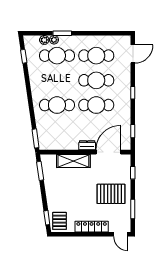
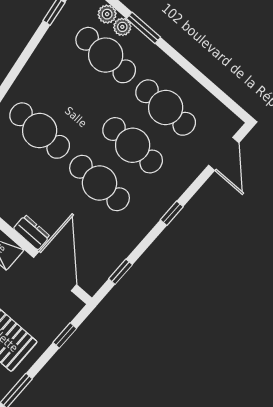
door: (133, 54) -> (224, 154), hinge flipped
door: (108, 152) -> (55, 271), hinge flipped

